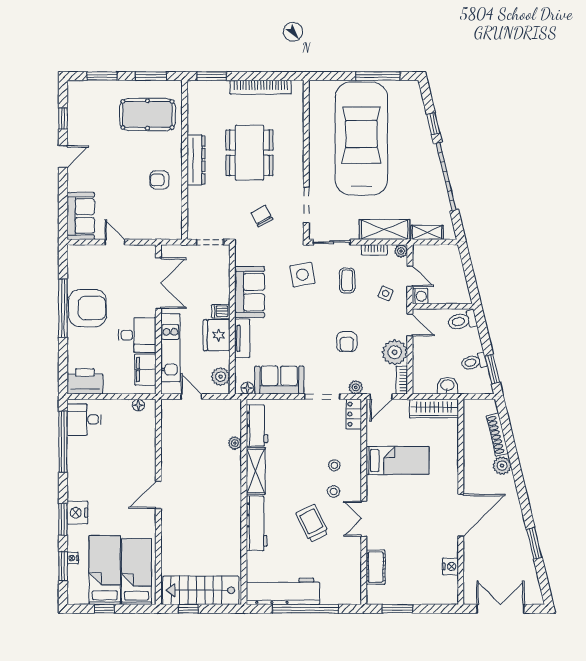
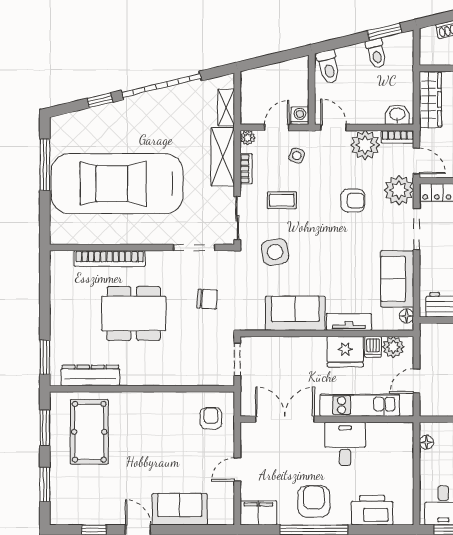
bookcase: (261, 87) -> (110, 258), moved, turned 90
dresser: (196, 160) -> (90, 375), moved
armchair: (159, 180) -> (211, 418), moved, turned 180
sofa: (81, 216) -> (180, 509), moved
chair: (262, 216) -> (207, 299), turned -148
armchair: (87, 308) -> (314, 501), width x0.73, depth x0.73
dishwasher: (221, 311) -> (373, 347), moved
door: (410, 325) -> (333, 127), hinge flipped
filing cabinet: (145, 369) -> (258, 513), moved, turned 180
printer: (85, 381) -> (372, 510), moved, turned 90
washbasin: (447, 386) -> (397, 115), moved, turned 90
plant: (356, 387) -> (399, 190), width x1.87, depth x1.87

